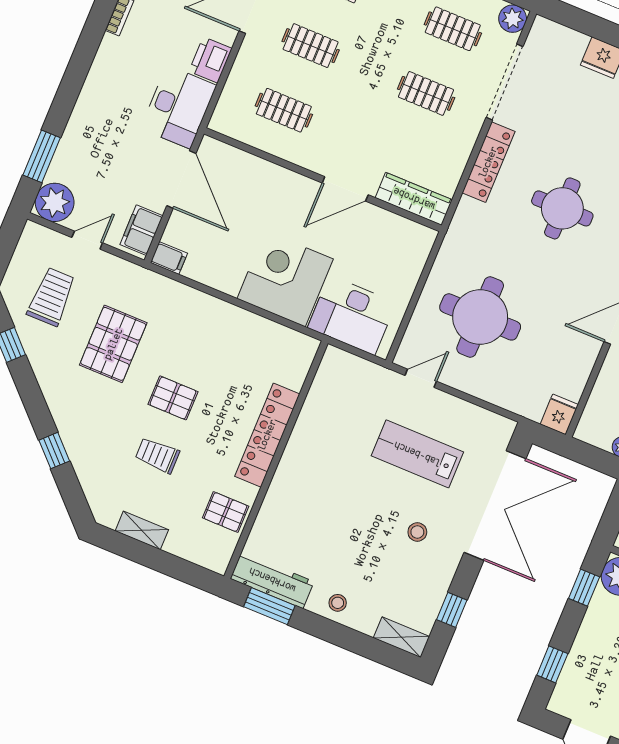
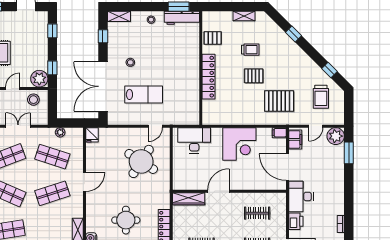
corner desk: (285, 279) -> (239, 144), moved
round table: (480, 317) -> (141, 161), turned 33
pallet: (113, 344) -> (279, 101), moved, turned 90

